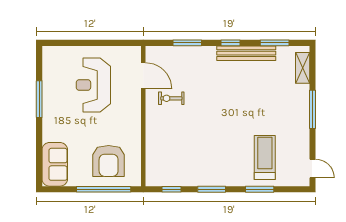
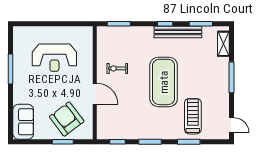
window: (187, 43) -> (119, 24), moved
door: (143, 76) -> (95, 94), moved
reception desk: (93, 85) -> (54, 58), turned -90
exercise mat: (228, 115) -> (164, 82), added
armchair: (109, 161) -> (67, 119), turned 143
window: (104, 189) -> (63, 142), width x0.47

